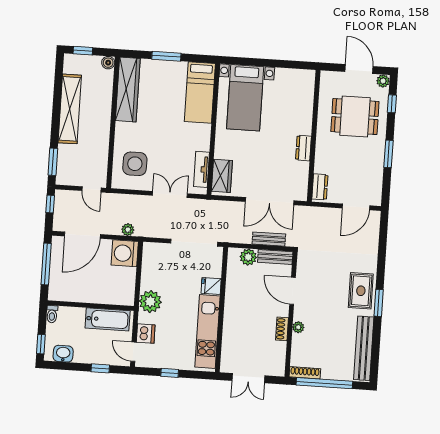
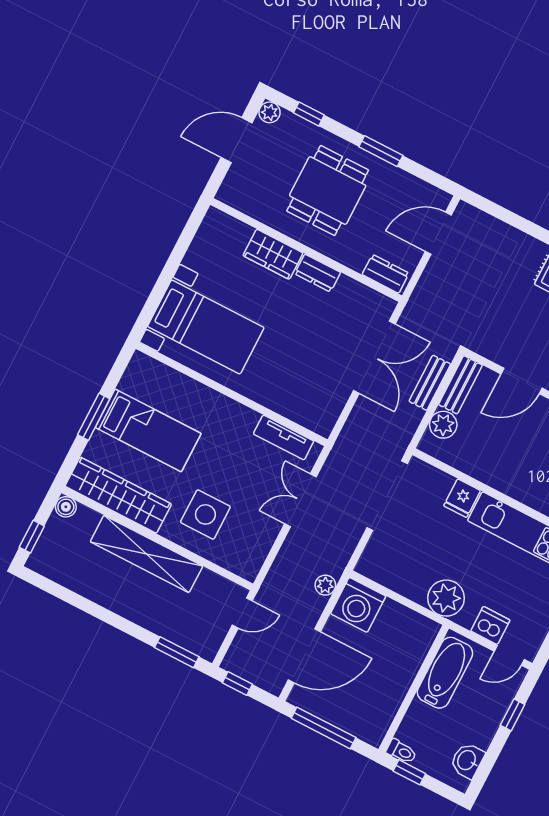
bed: (200, 92) -> (148, 430), moved
shelving: (70, 109) -> (146, 554), moved
dining table: (355, 117) -> (328, 191), moved
side table: (135, 164) -> (205, 514), moved
wardrobe: (222, 176) -> (273, 254), moved, turned 180
door: (356, 207) -> (438, 233), swing flipped
door: (82, 235) -> (304, 656), hinge flipped
window: (41, 344) -> (409, 772), moved

